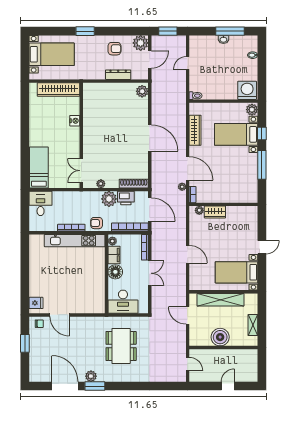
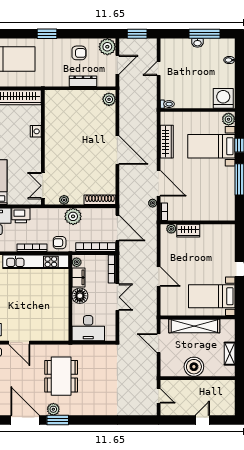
printer: (126, 198) -> (21, 215), moved
dining table: (121, 346) -> (61, 376), moved

